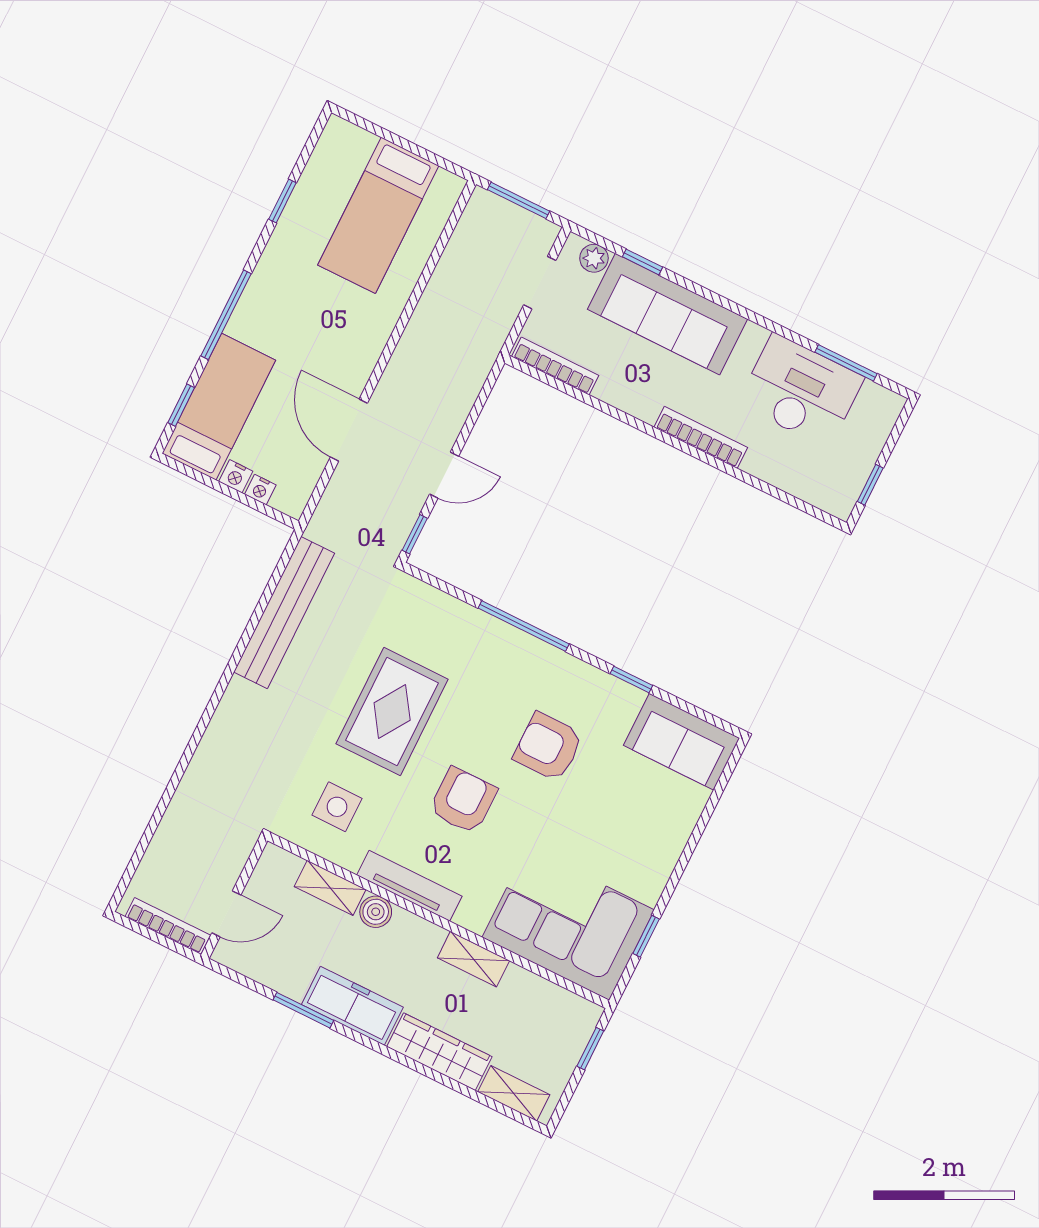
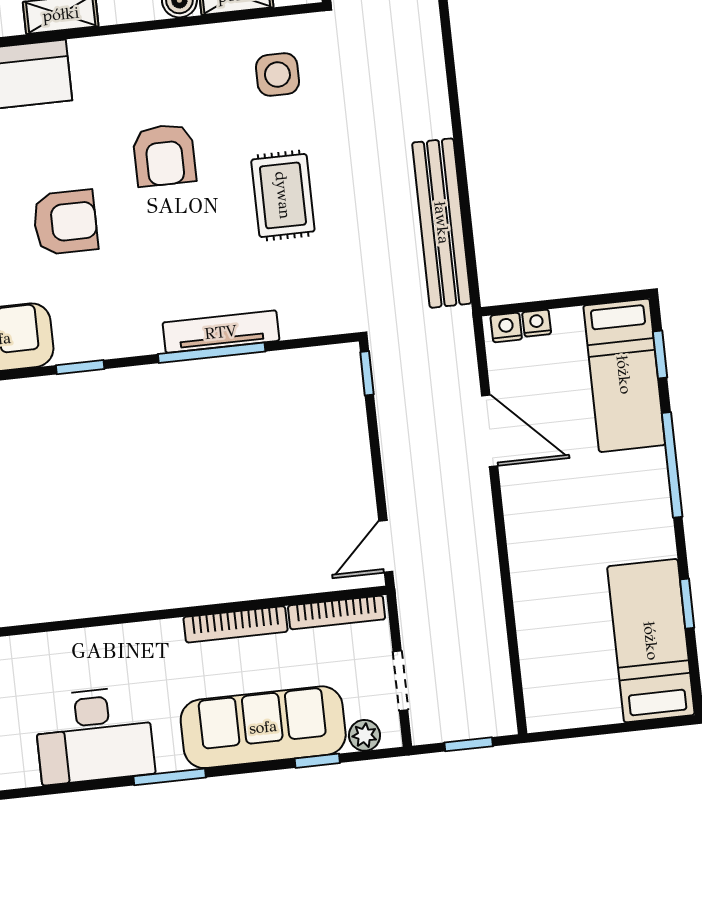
window: (519, 200) -> (469, 744), width x0.67
bed: (378, 215) -> (651, 641), moved
window: (846, 363) -> (170, 777), moved
bookcase: (701, 437) -> (235, 624), moved
door: (444, 475) -> (386, 546), moved
nightstand: (236, 476) -> (506, 328), moved
rug: (392, 712) -> (283, 195), width x0.73, depth x0.70
armchair: (548, 747) -> (65, 222), moved
tv unit: (409, 886) -> (221, 332), moved, turned 180

